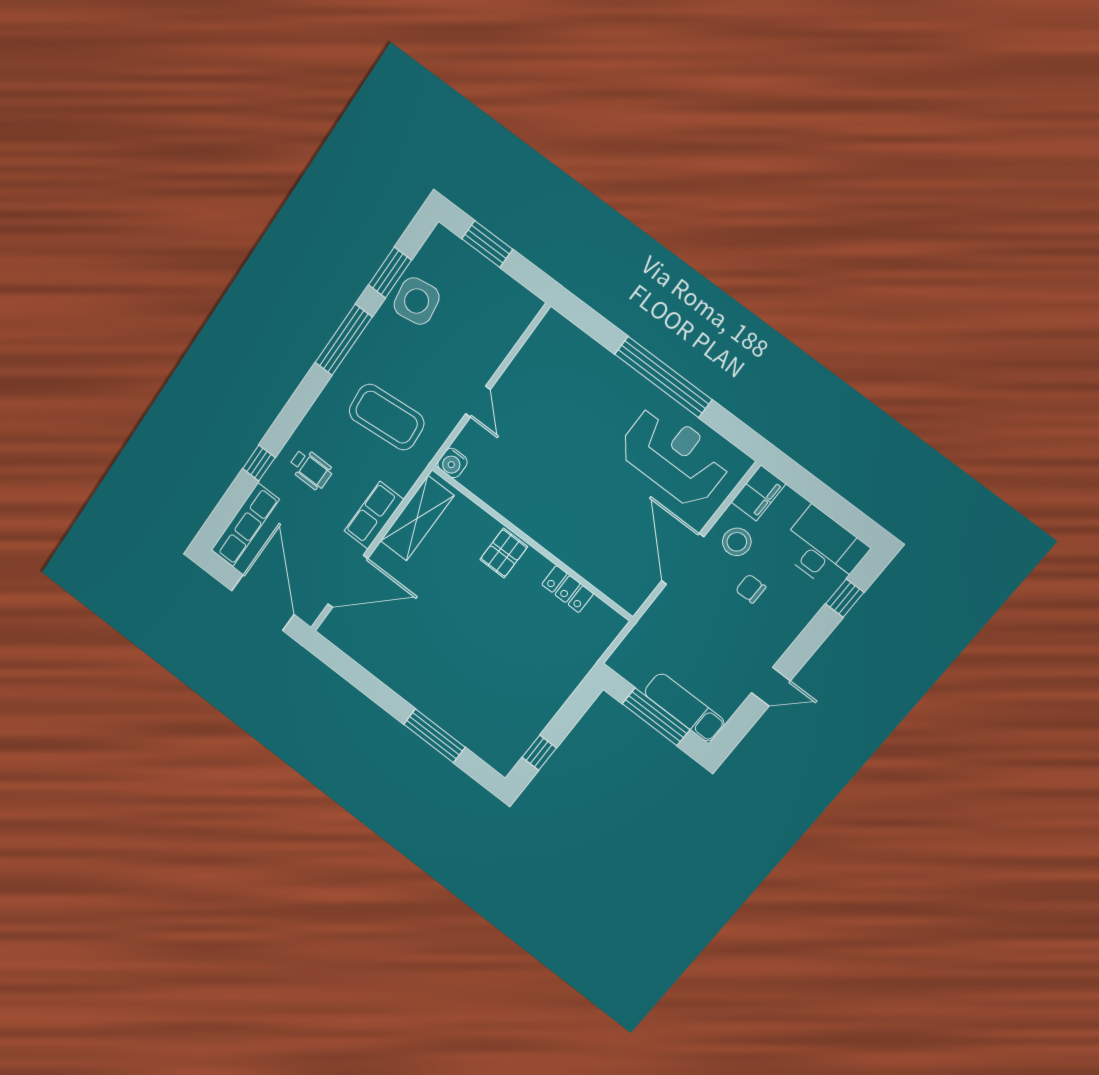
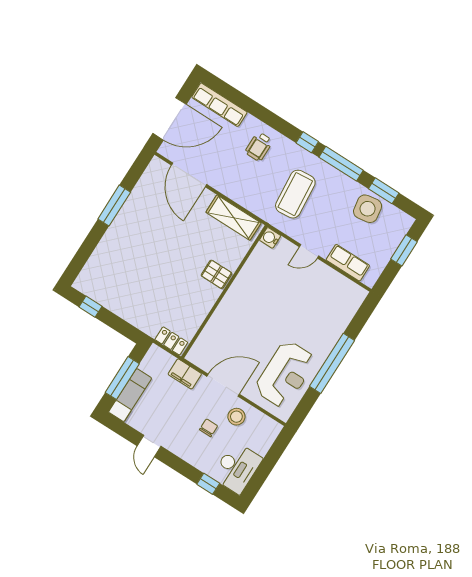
window: (259, 463) -> (307, 142), moved
filing cabinet: (758, 493) -> (185, 374), moved
row of seats: (374, 515) -> (348, 263), moved
locker: (568, 589) -> (171, 341), moved, turned 90
window: (434, 736) -> (114, 206), moved

